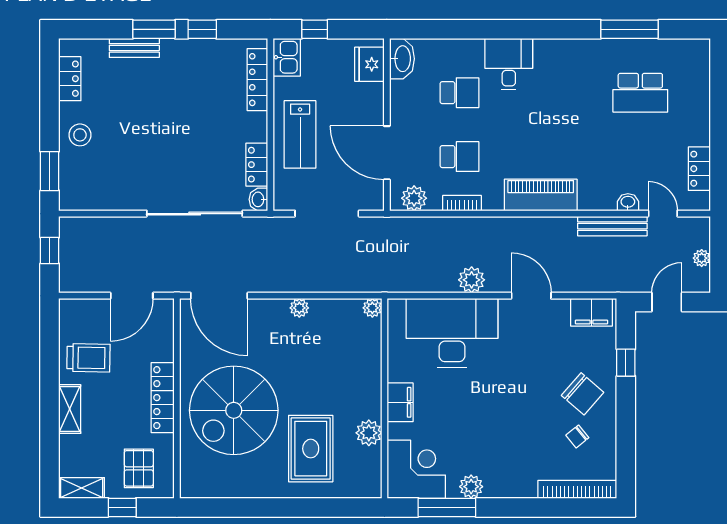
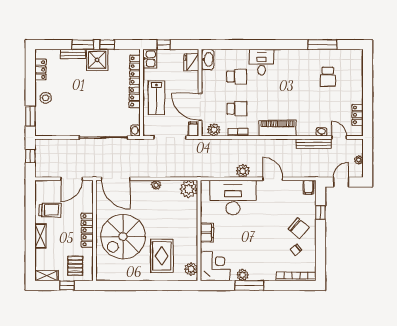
shower: (182, 60) -> (97, 60), added
school desk: (640, 93) -> (328, 77), width x0.54
locker: (257, 165) -> (135, 97), moved
filing cabinet: (373, 197) -> (193, 129), added
plant: (372, 308) -> (189, 189), width x1.88, depth x1.88
filing cabinet: (591, 312) -> (308, 187), width x0.50
plant: (369, 433) -> (191, 269), moved
window: (447, 507) -> (249, 285), moved

